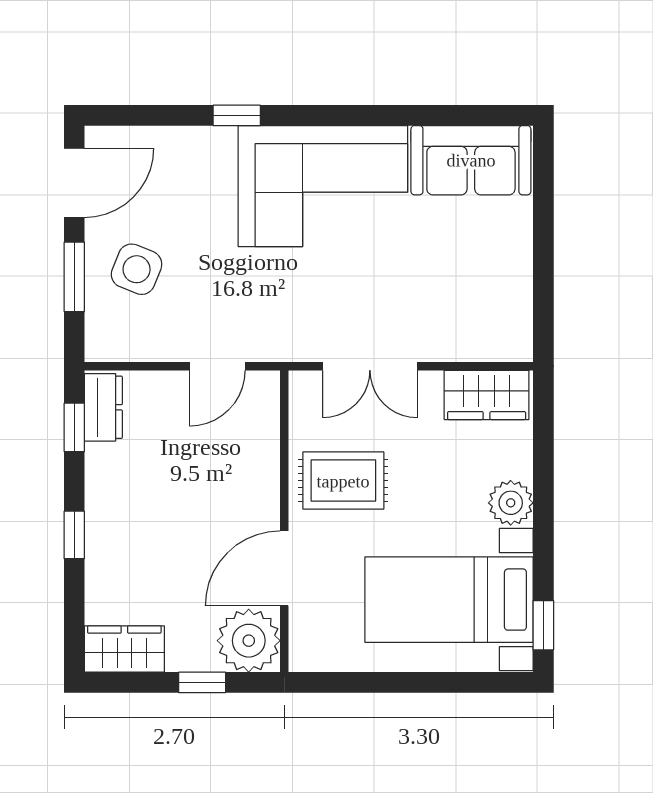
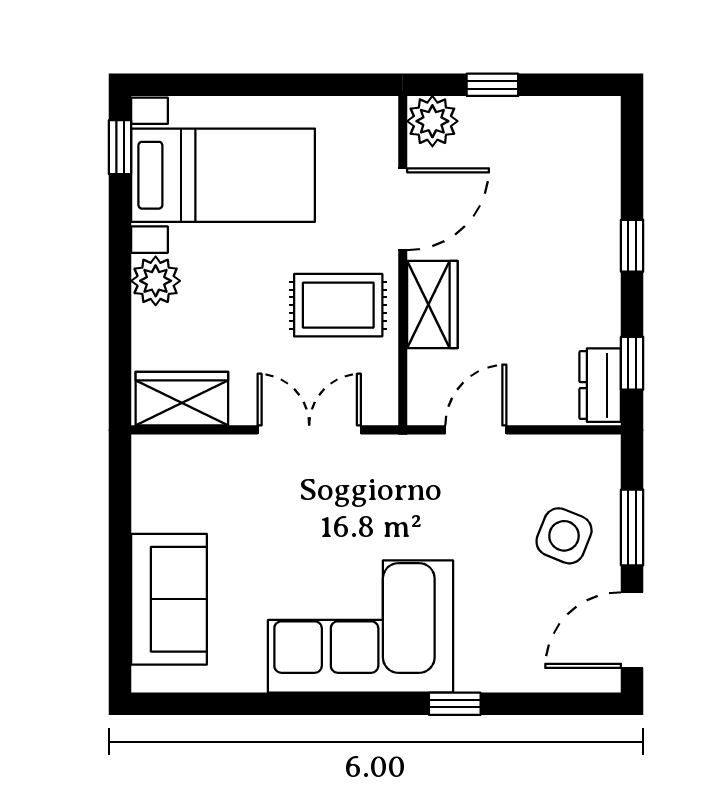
sofa: (471, 160) -> (169, 599), moved, turned 90
plant: (249, 641) -> (432, 121), width x0.73, depth x0.73
wardrobe: (124, 649) -> (432, 305), moved, turned -90

